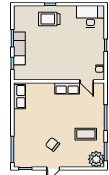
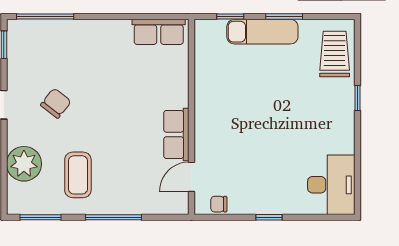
trolley: (49, 19) -> (335, 54), moved
plant: (96, 159) -> (24, 164), moved

